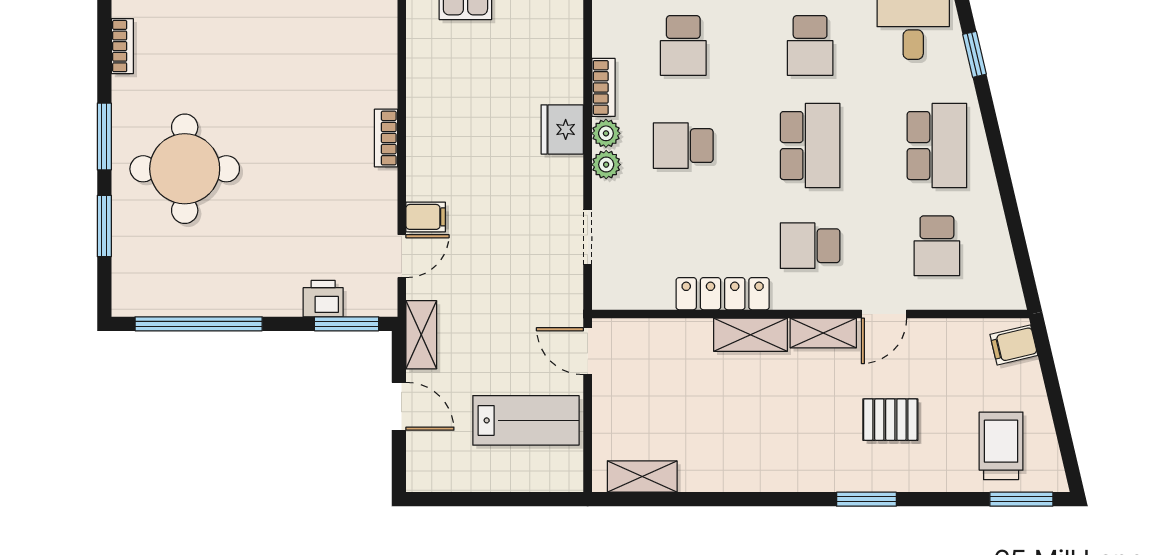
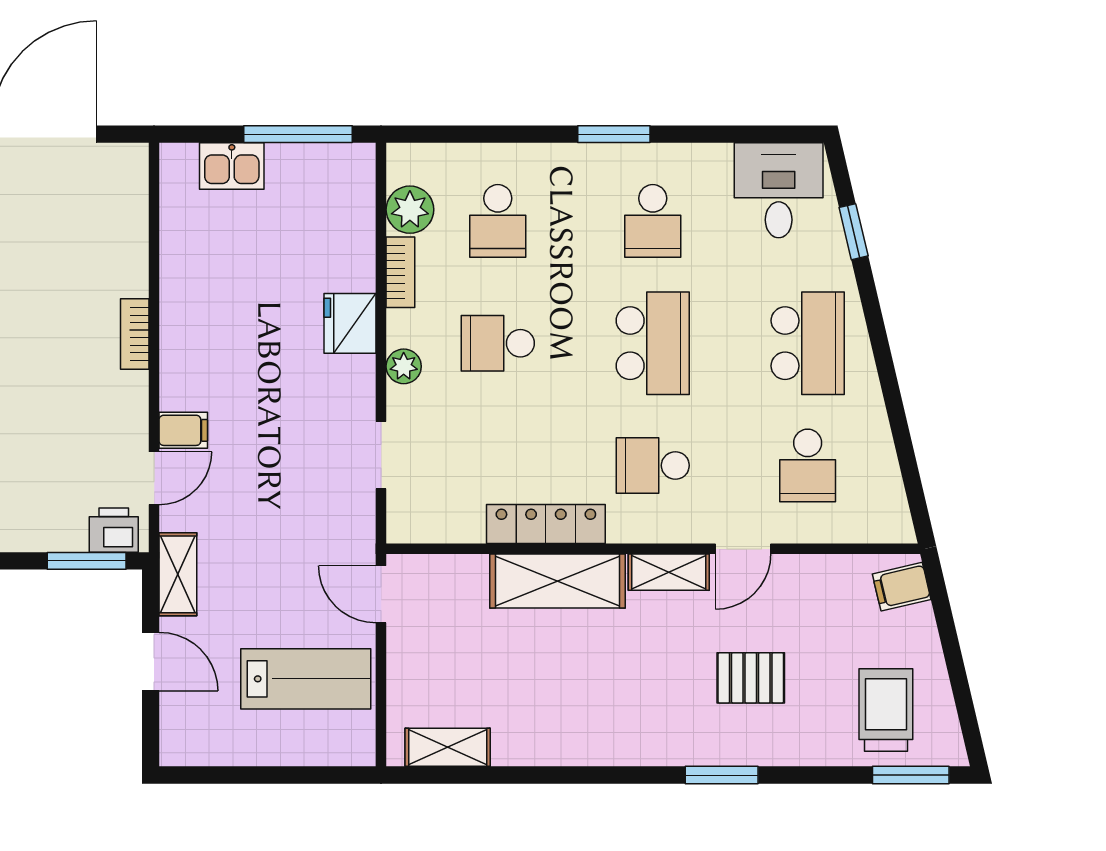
plant: (606, 133) -> (410, 210), moved, width x1.38, depth x1.38
printer: (323, 299) -> (114, 530), moved
shelving: (751, 335) -> (557, 581), width x1.50, depth x1.33

